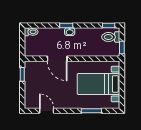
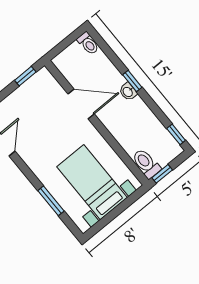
toilet: (111, 37) -> (146, 164), moved
door: (57, 59) -> (81, 104), swing flipped

